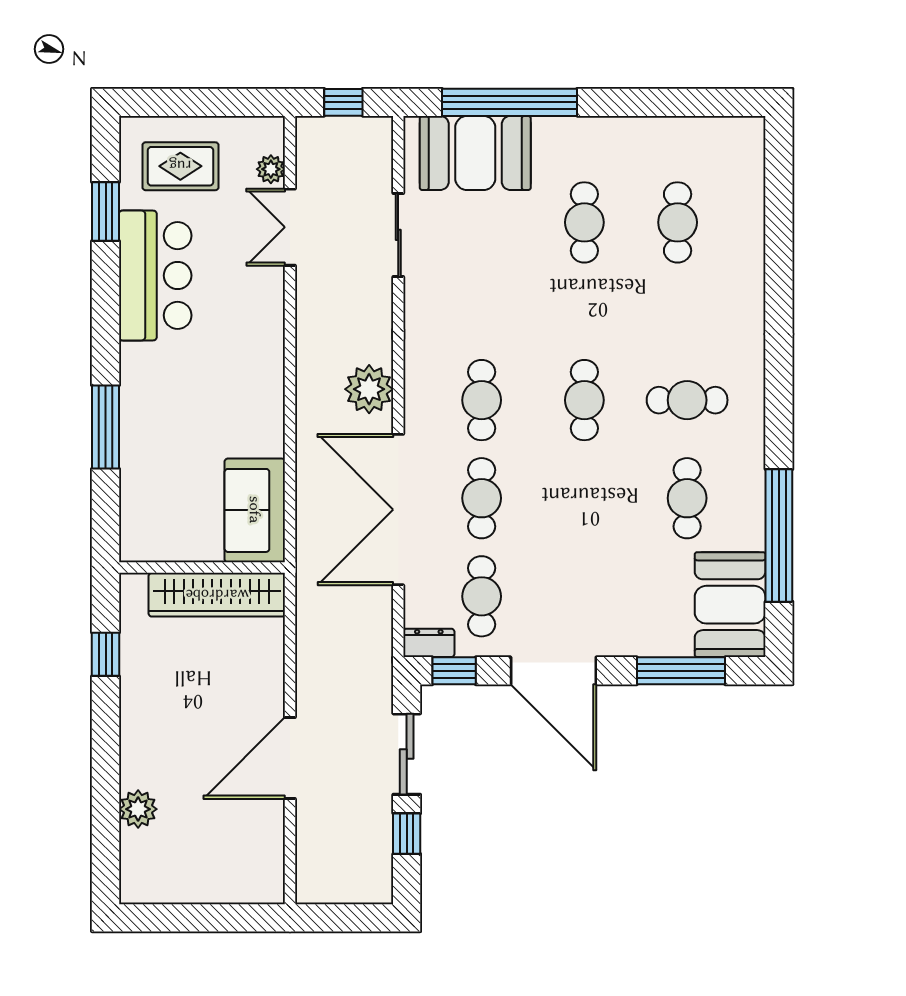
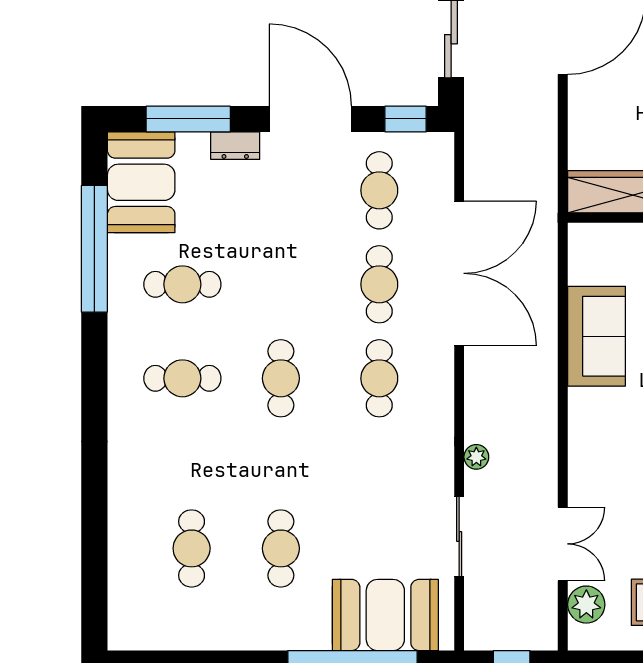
plant: (271, 169) -> (586, 605), width x1.38, depth x1.38
plant: (369, 389) -> (476, 457), moved, width x0.53, depth x0.53
cafe table: (687, 498) -> (182, 284), turned 90
sofa: (255, 510) -> (597, 336), moved
dresser: (429, 643) -> (235, 146), moved

